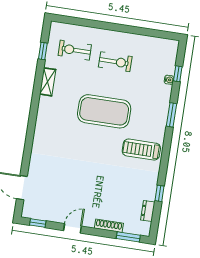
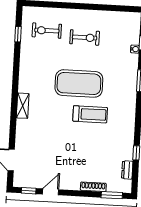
shelving: (48, 82) -> (23, 106), moved
treadmill: (141, 150) -> (90, 114), moved, turned 180
door: (73, 228) -> (51, 192), moved

